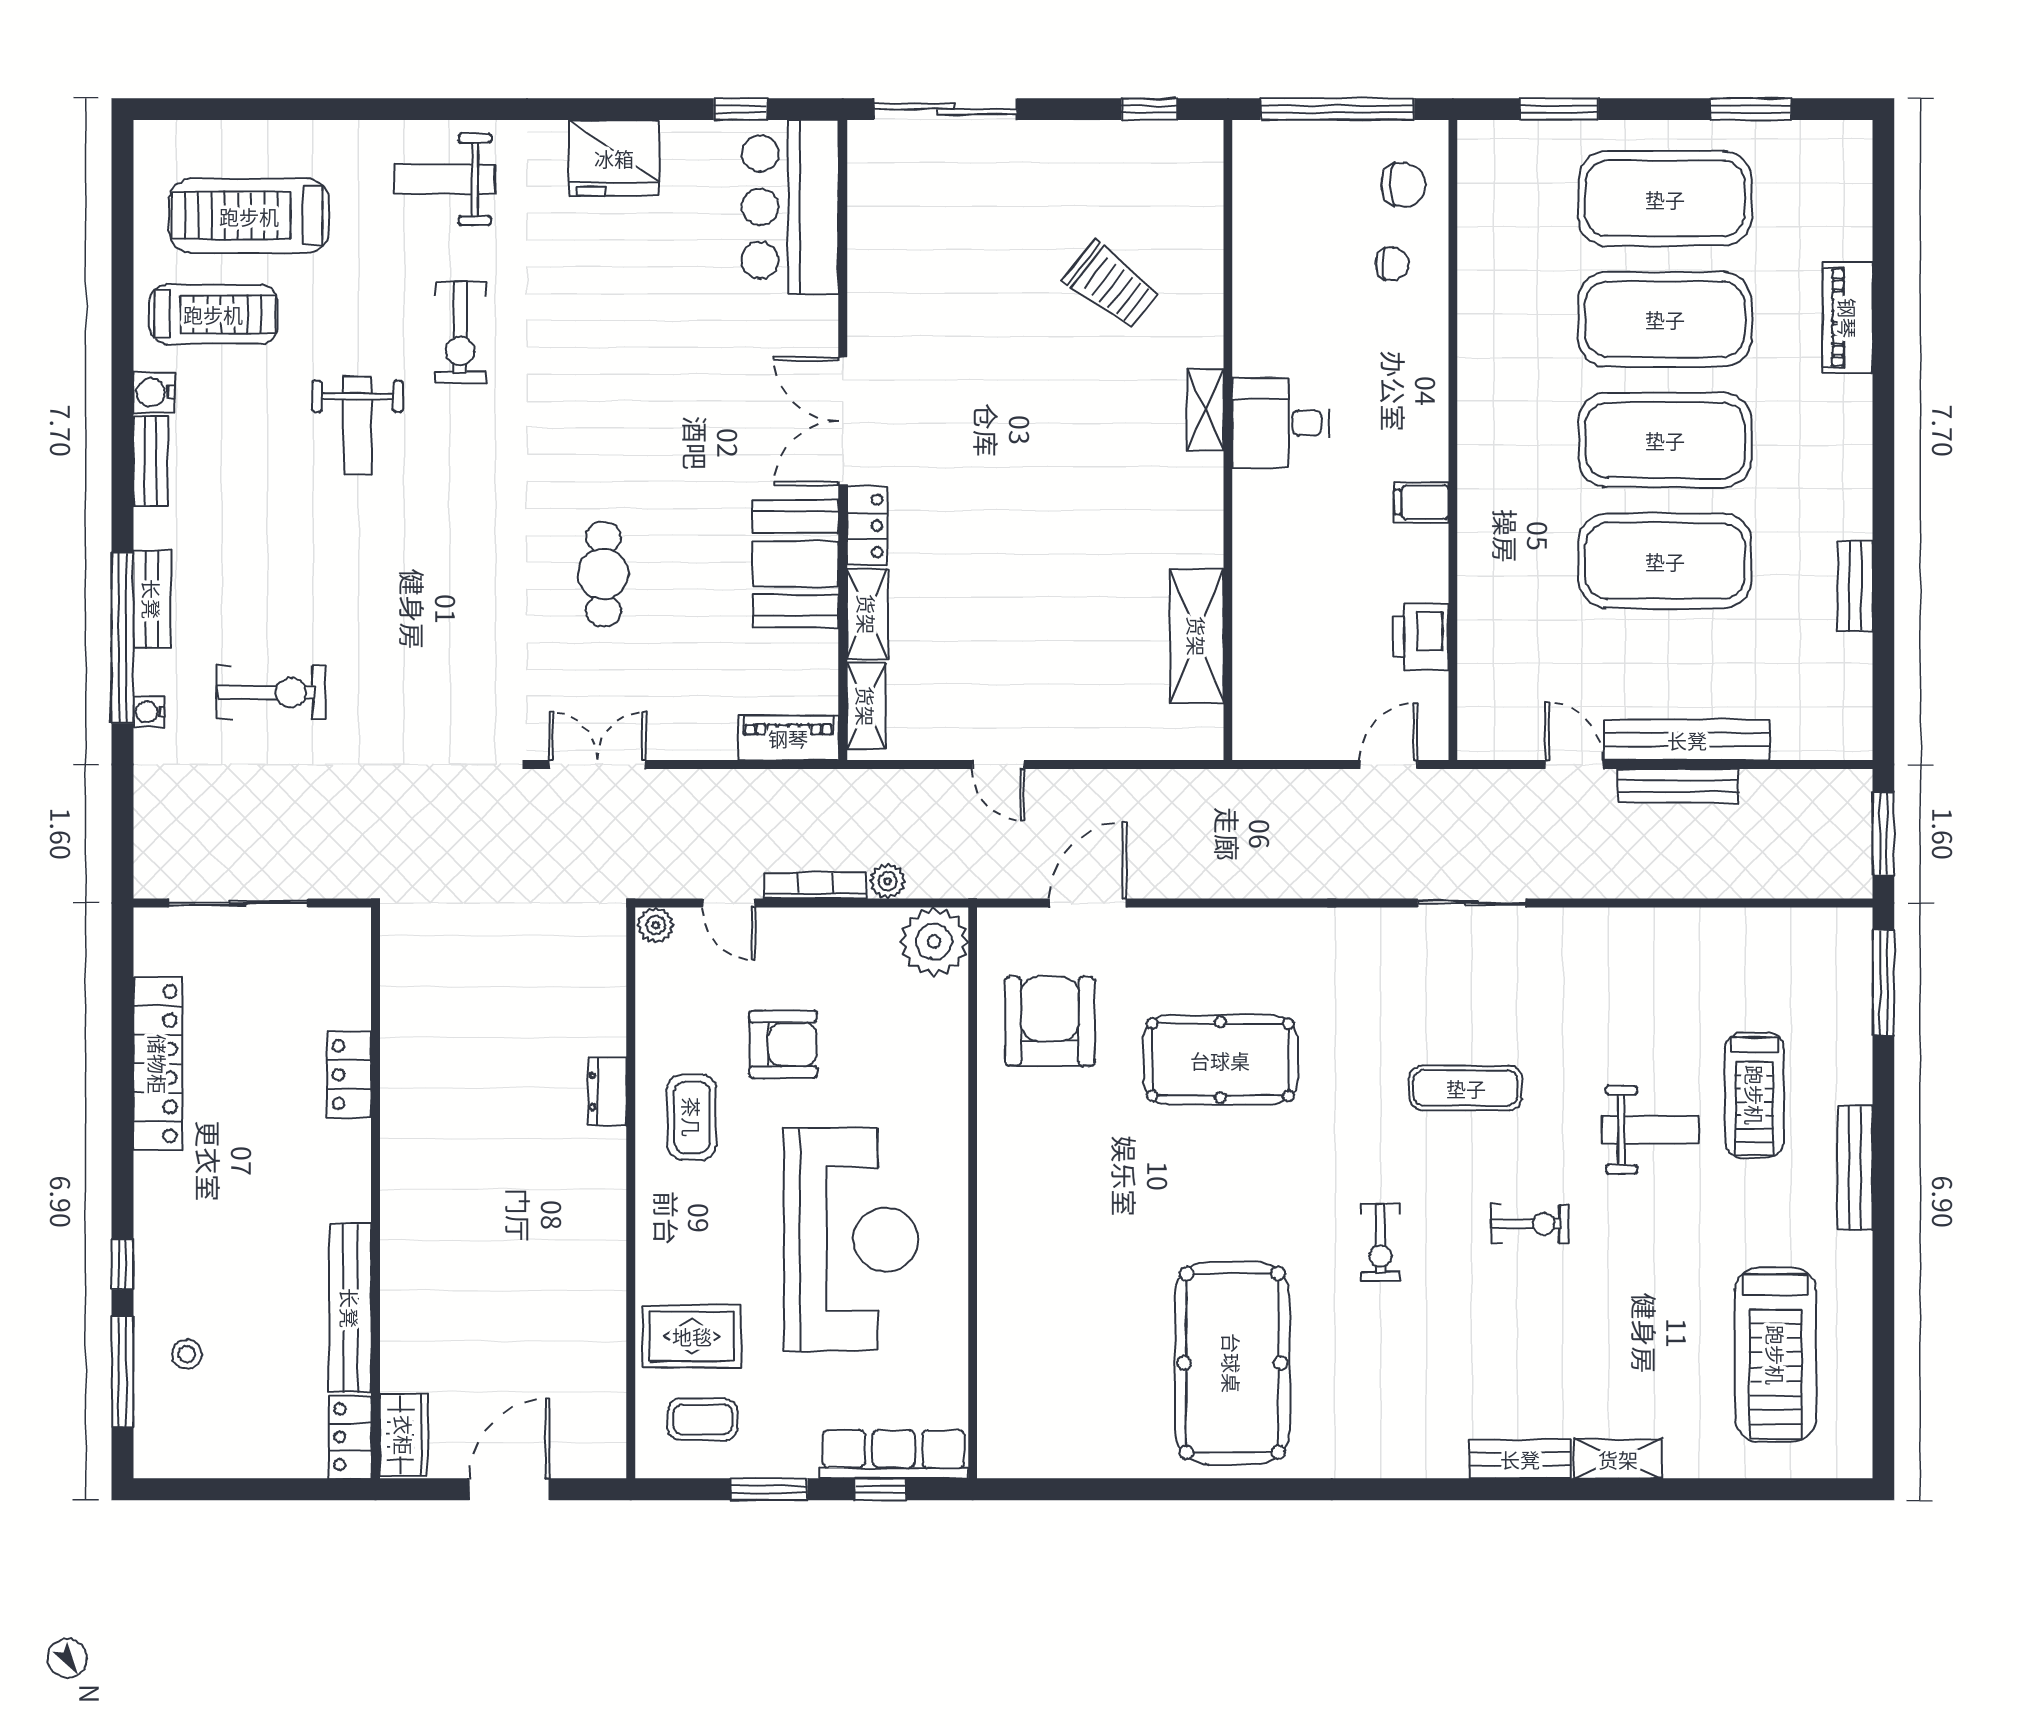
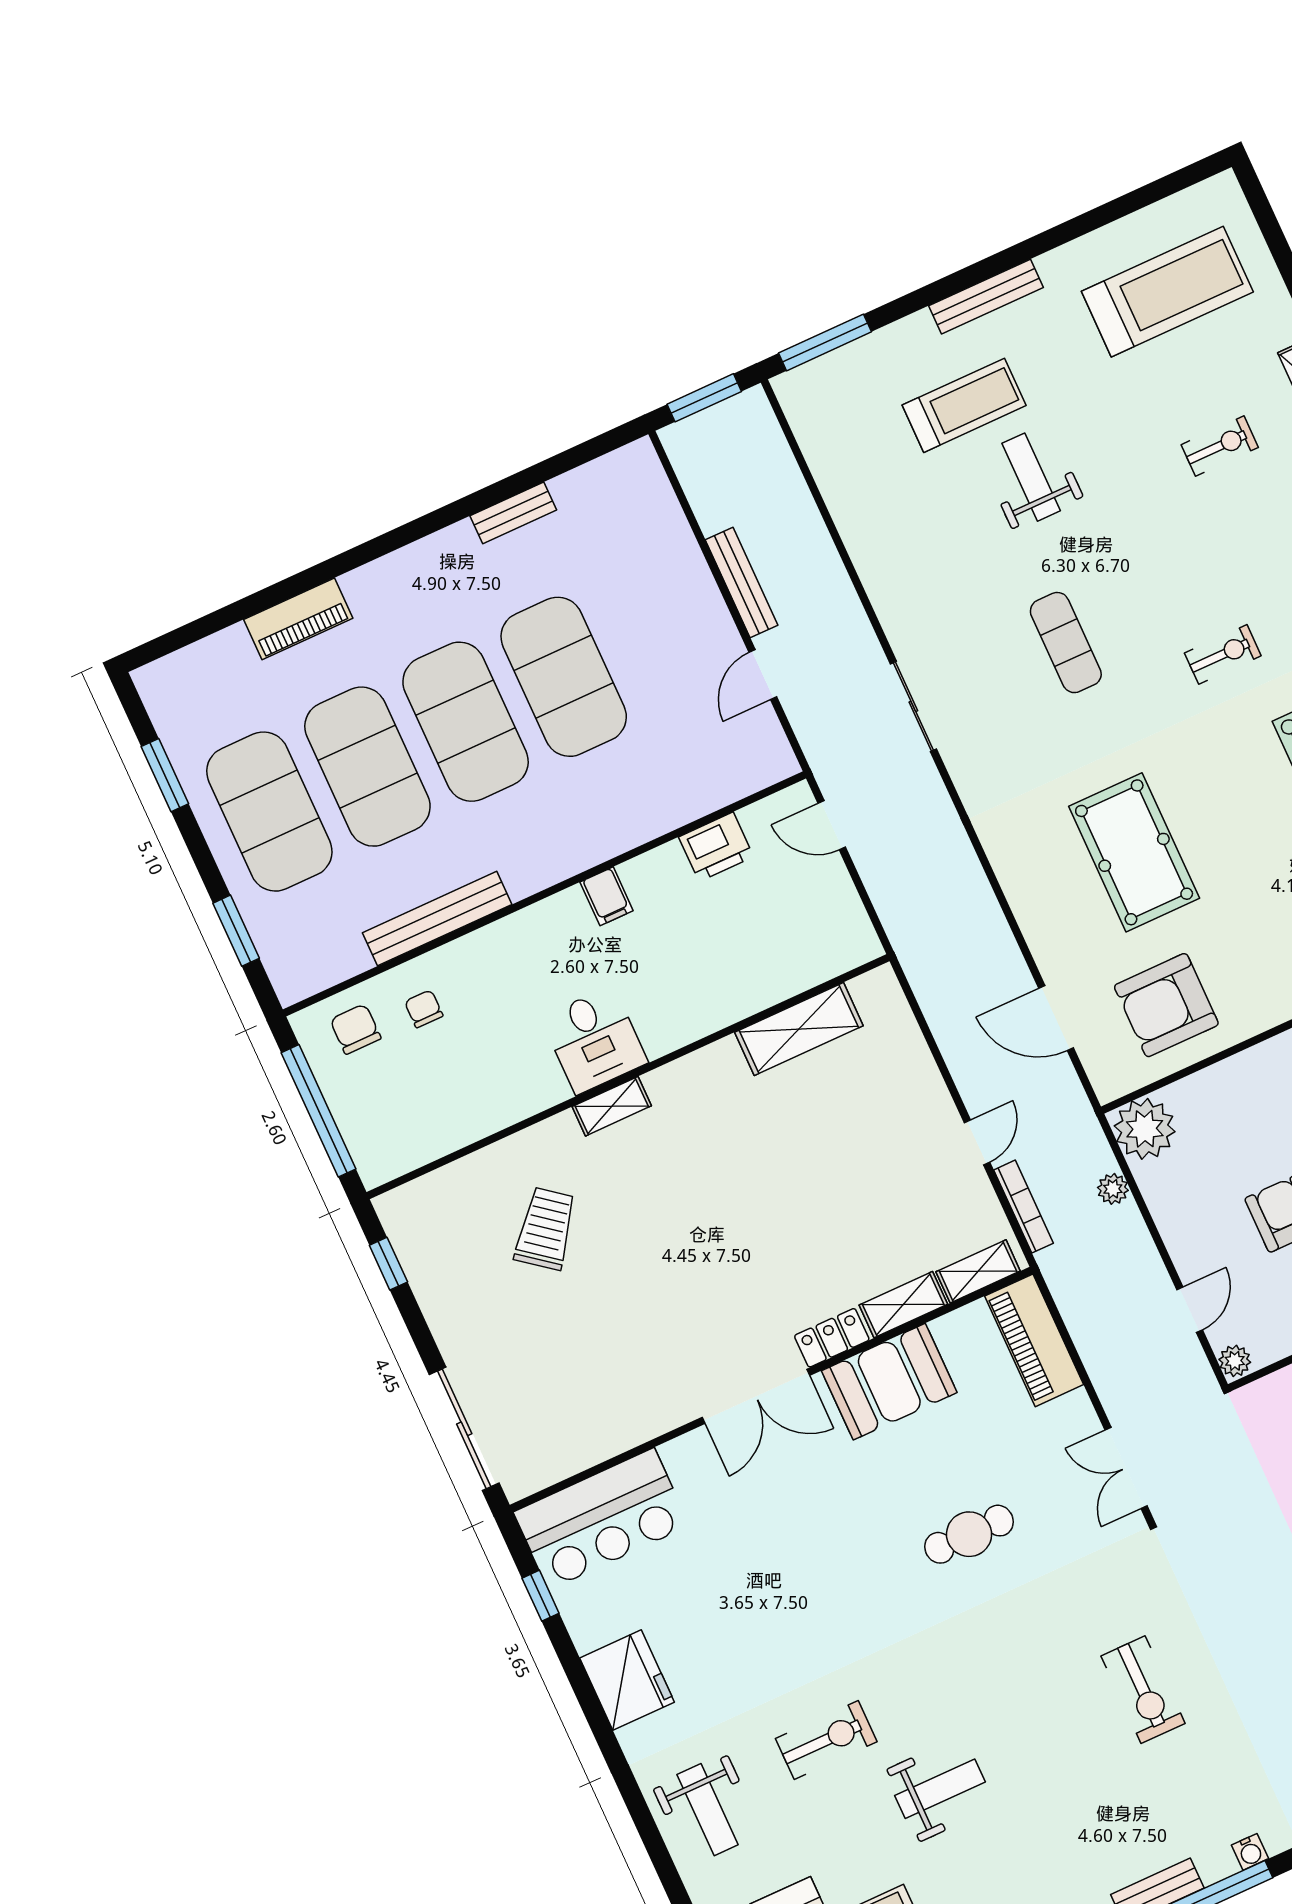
exercise bike: (271, 692) -> (1143, 1690), moved, turned 180
piano: (788, 738) -> (1034, 1340), width x1.37, depth x1.33
bench: (1687, 740) -> (437, 919), moved, turned 90
bookcase: (815, 886) -> (1024, 1207), moved, turned 180
exercise bike: (1530, 1224) -> (1220, 446), moved, turned 90

